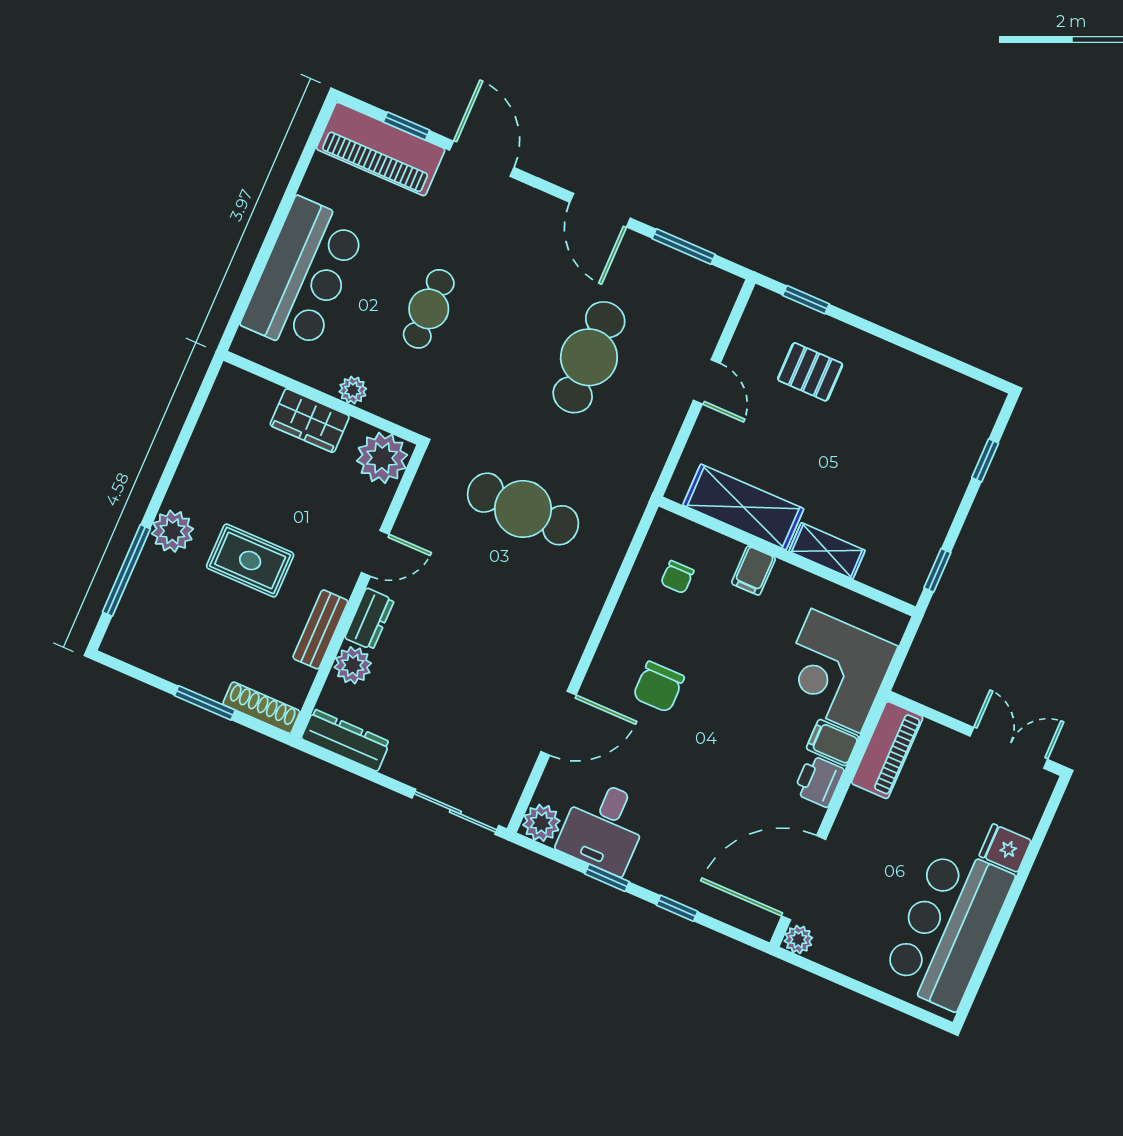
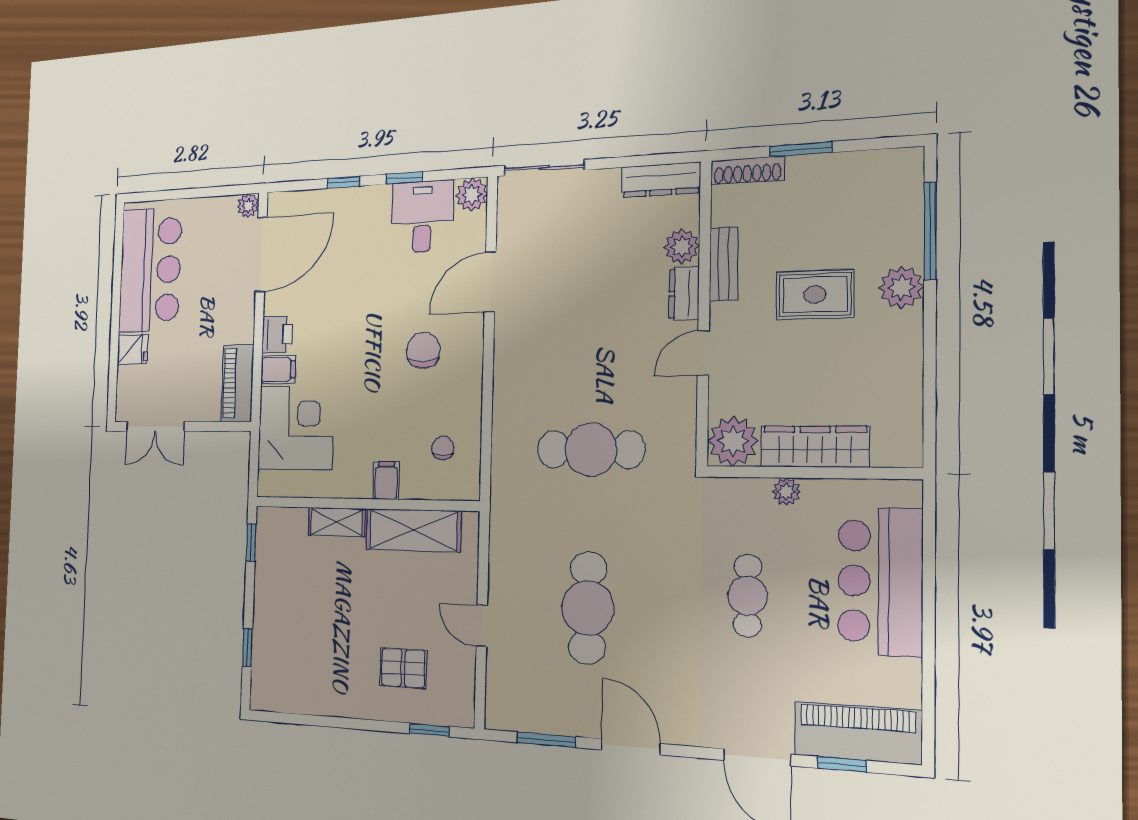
wardrobe: (310, 421) -> (815, 447), width x1.50

